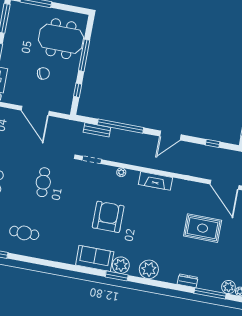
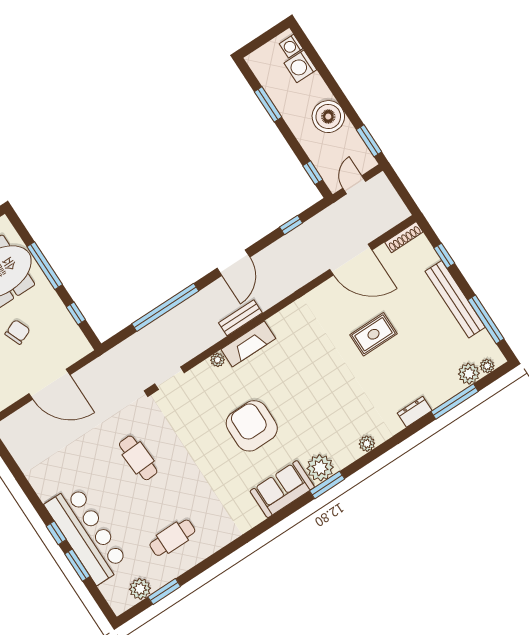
bench: (97, 130) -> (240, 318), moved
fireplace: (155, 181) -> (248, 344), moved
rug: (203, 228) -> (374, 334), width x0.73, depth x0.70
plant: (149, 269) -> (367, 444), width x0.53, depth x0.53

